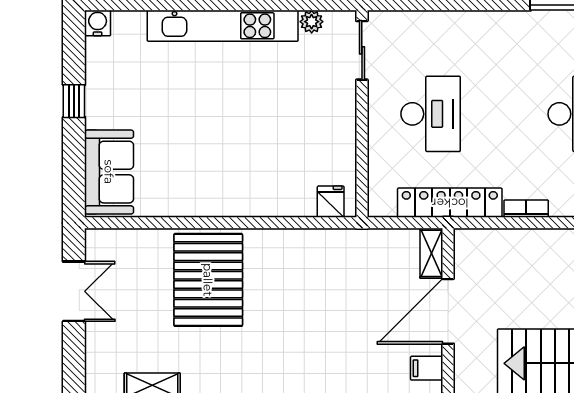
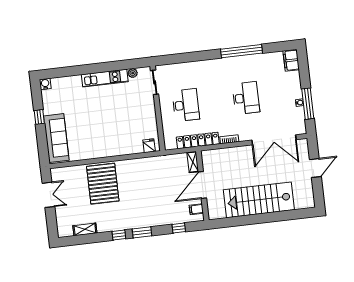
kitchen unit: (223, 26) -> (105, 78), width x0.73
sofa: (109, 172) -> (56, 138), width x1.36

